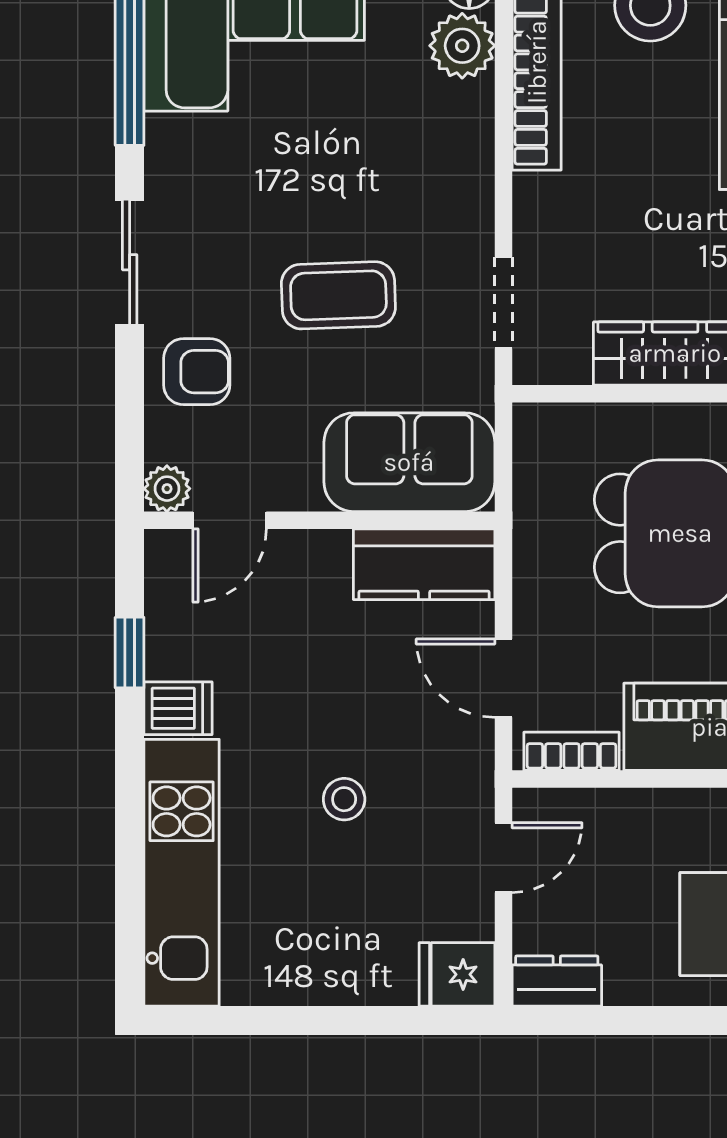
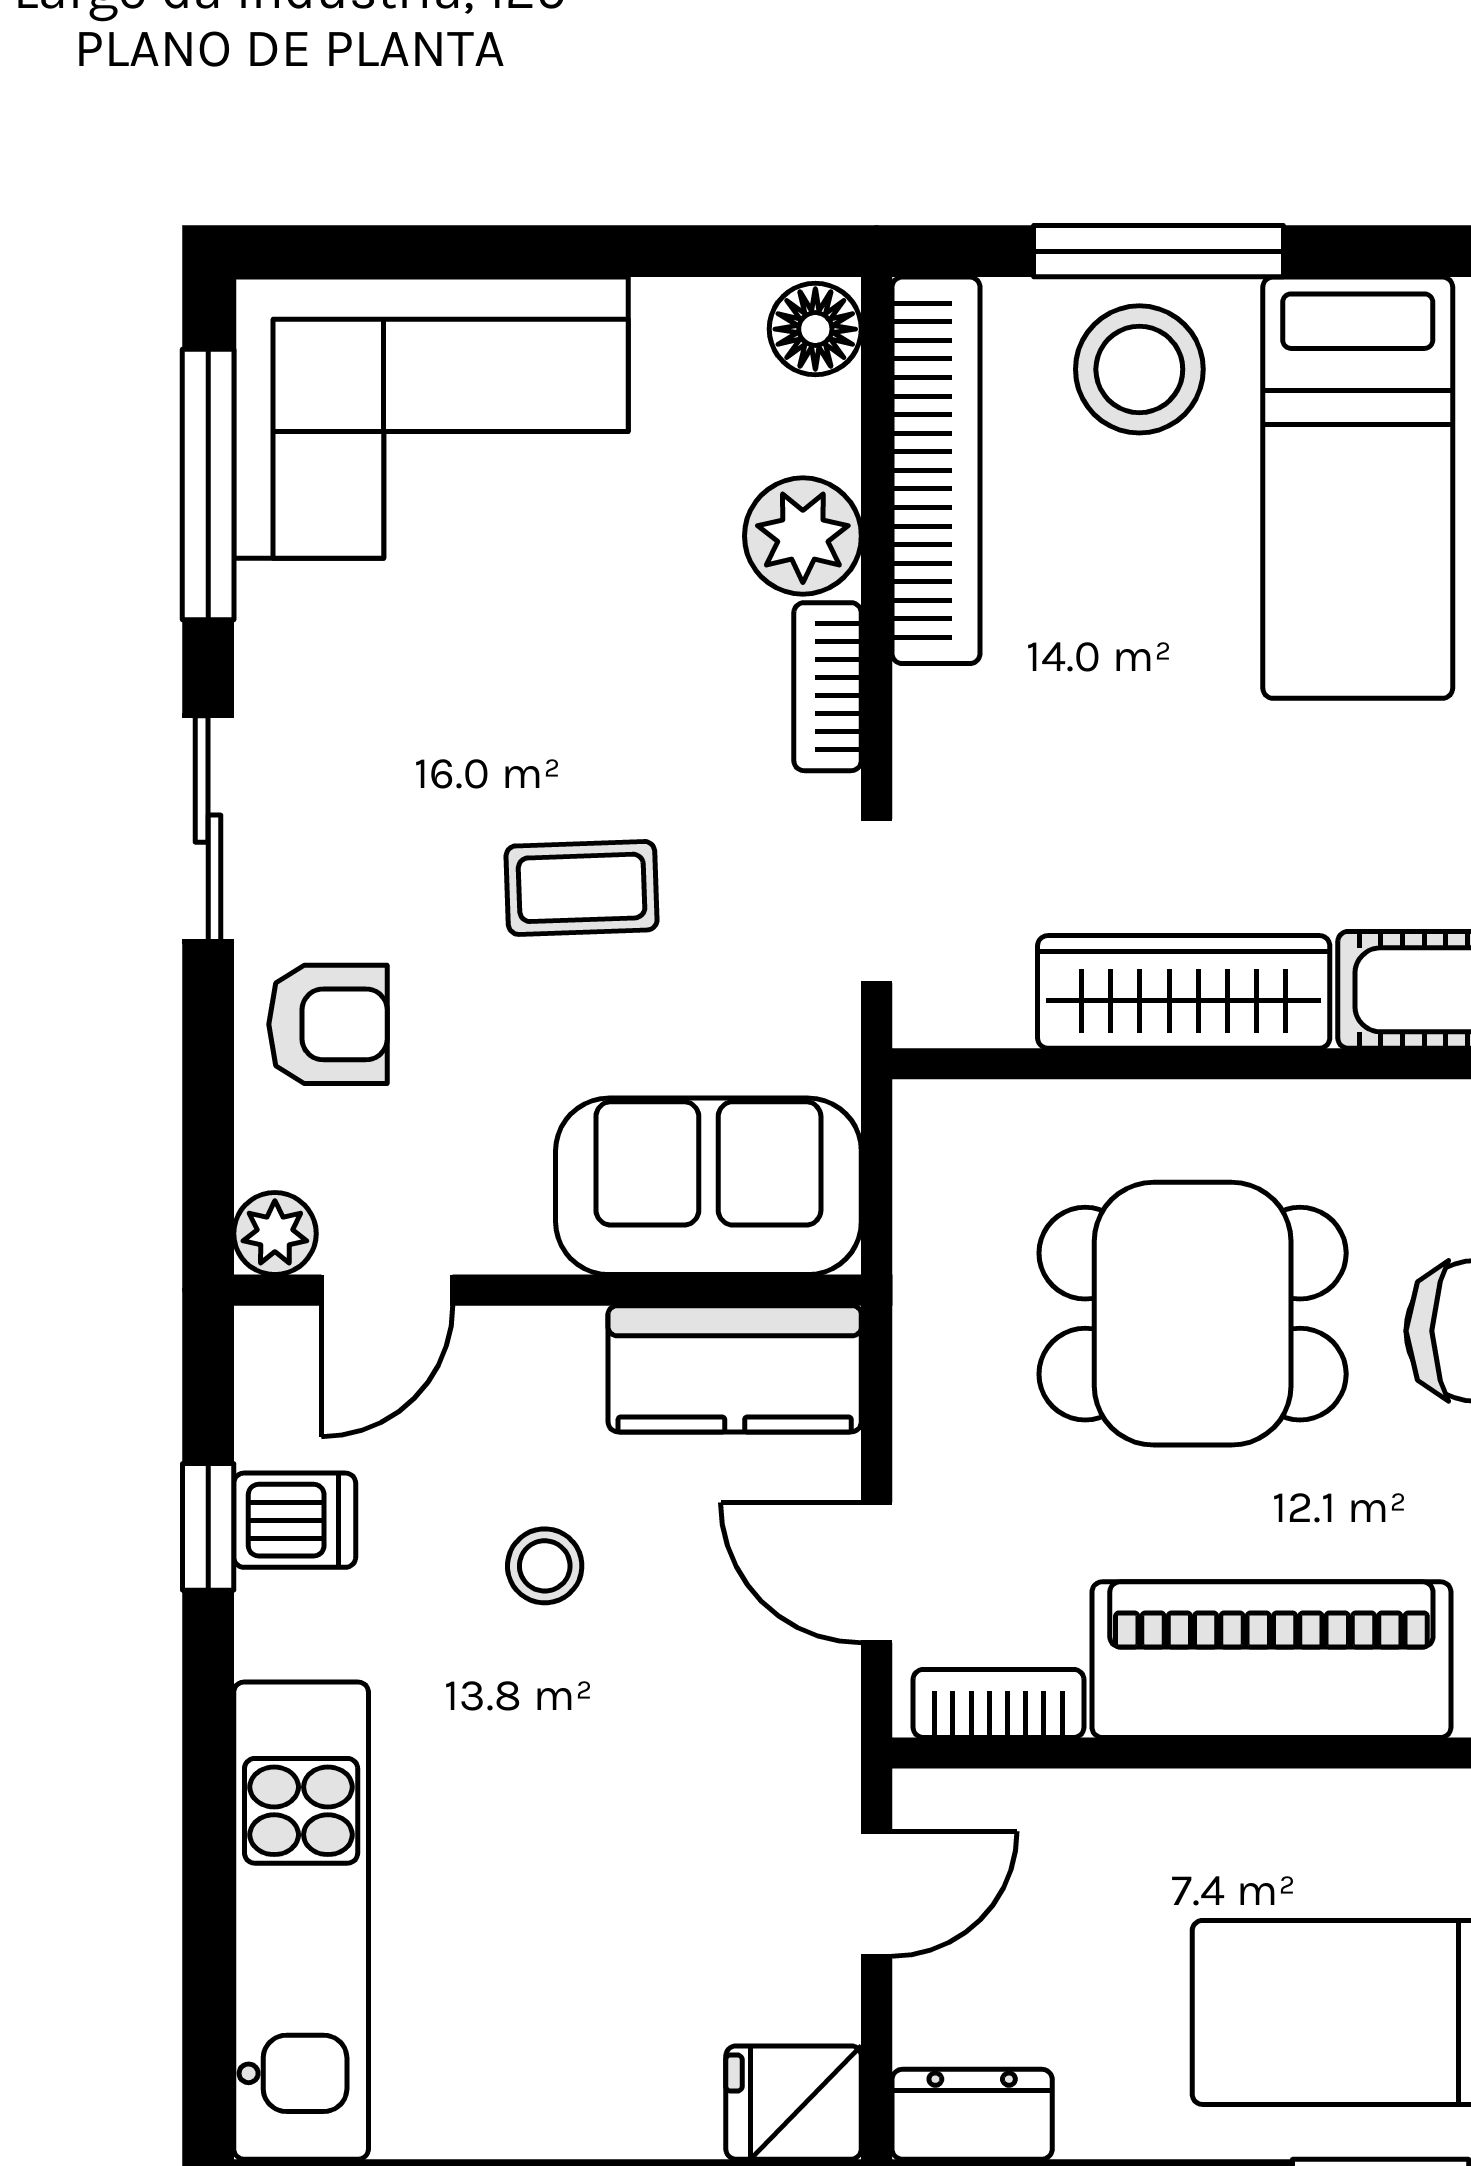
plant: (462, 46) -> (803, 536), moved
bookcase: (476, 183) -> (828, 687), added
coffee table: (338, 295) -> (582, 888), width x0.73, depth x0.77
dishwasher: (178, 708) -> (295, 1520), moved
stool: (344, 799) -> (545, 1566), moved

